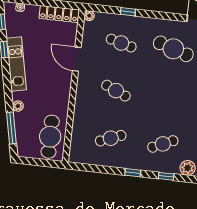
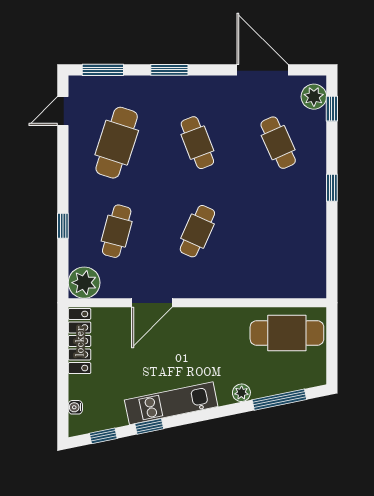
plant: (89, 16) -> (84, 283), width x1.88, depth x1.88
cafe table: (111, 138) -> (197, 143), moved
window: (166, 176) -> (332, 109), moved

